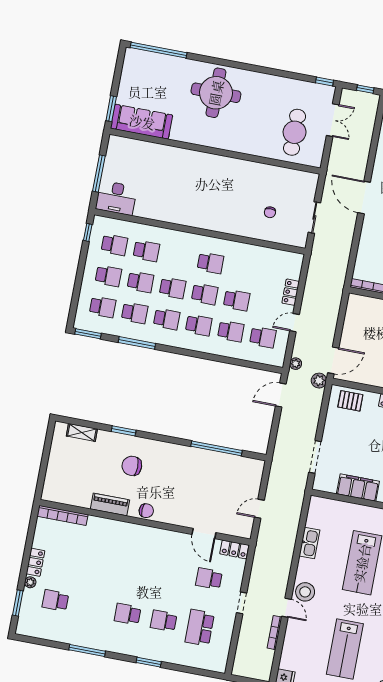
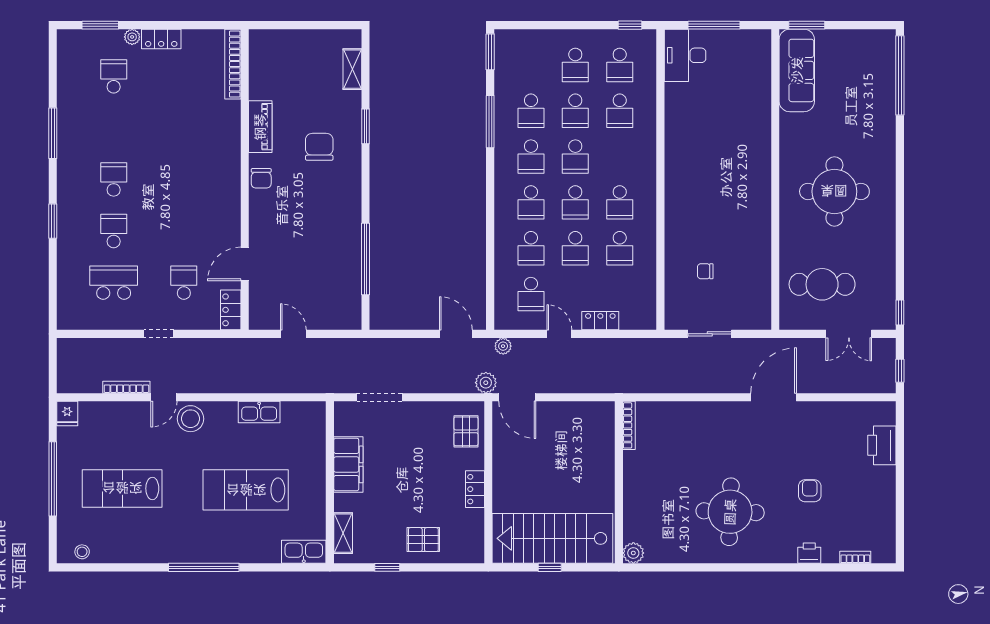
round table: (216, 93) -> (834, 191), moved
door: (364, 197) -> (774, 397), moved
school desk: (103, 307) -> (620, 248), moved

